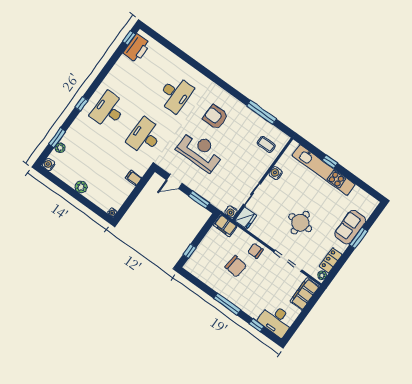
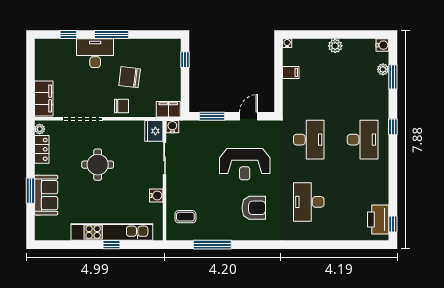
filing cabinet: (133, 178) -> (291, 72), moved
desk: (276, 320) -> (95, 53), moved

